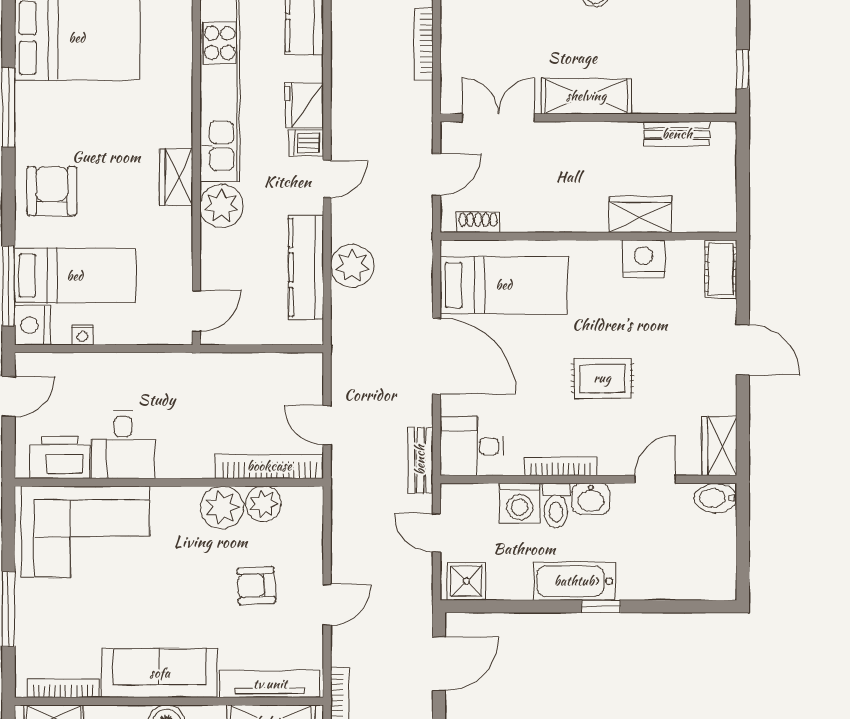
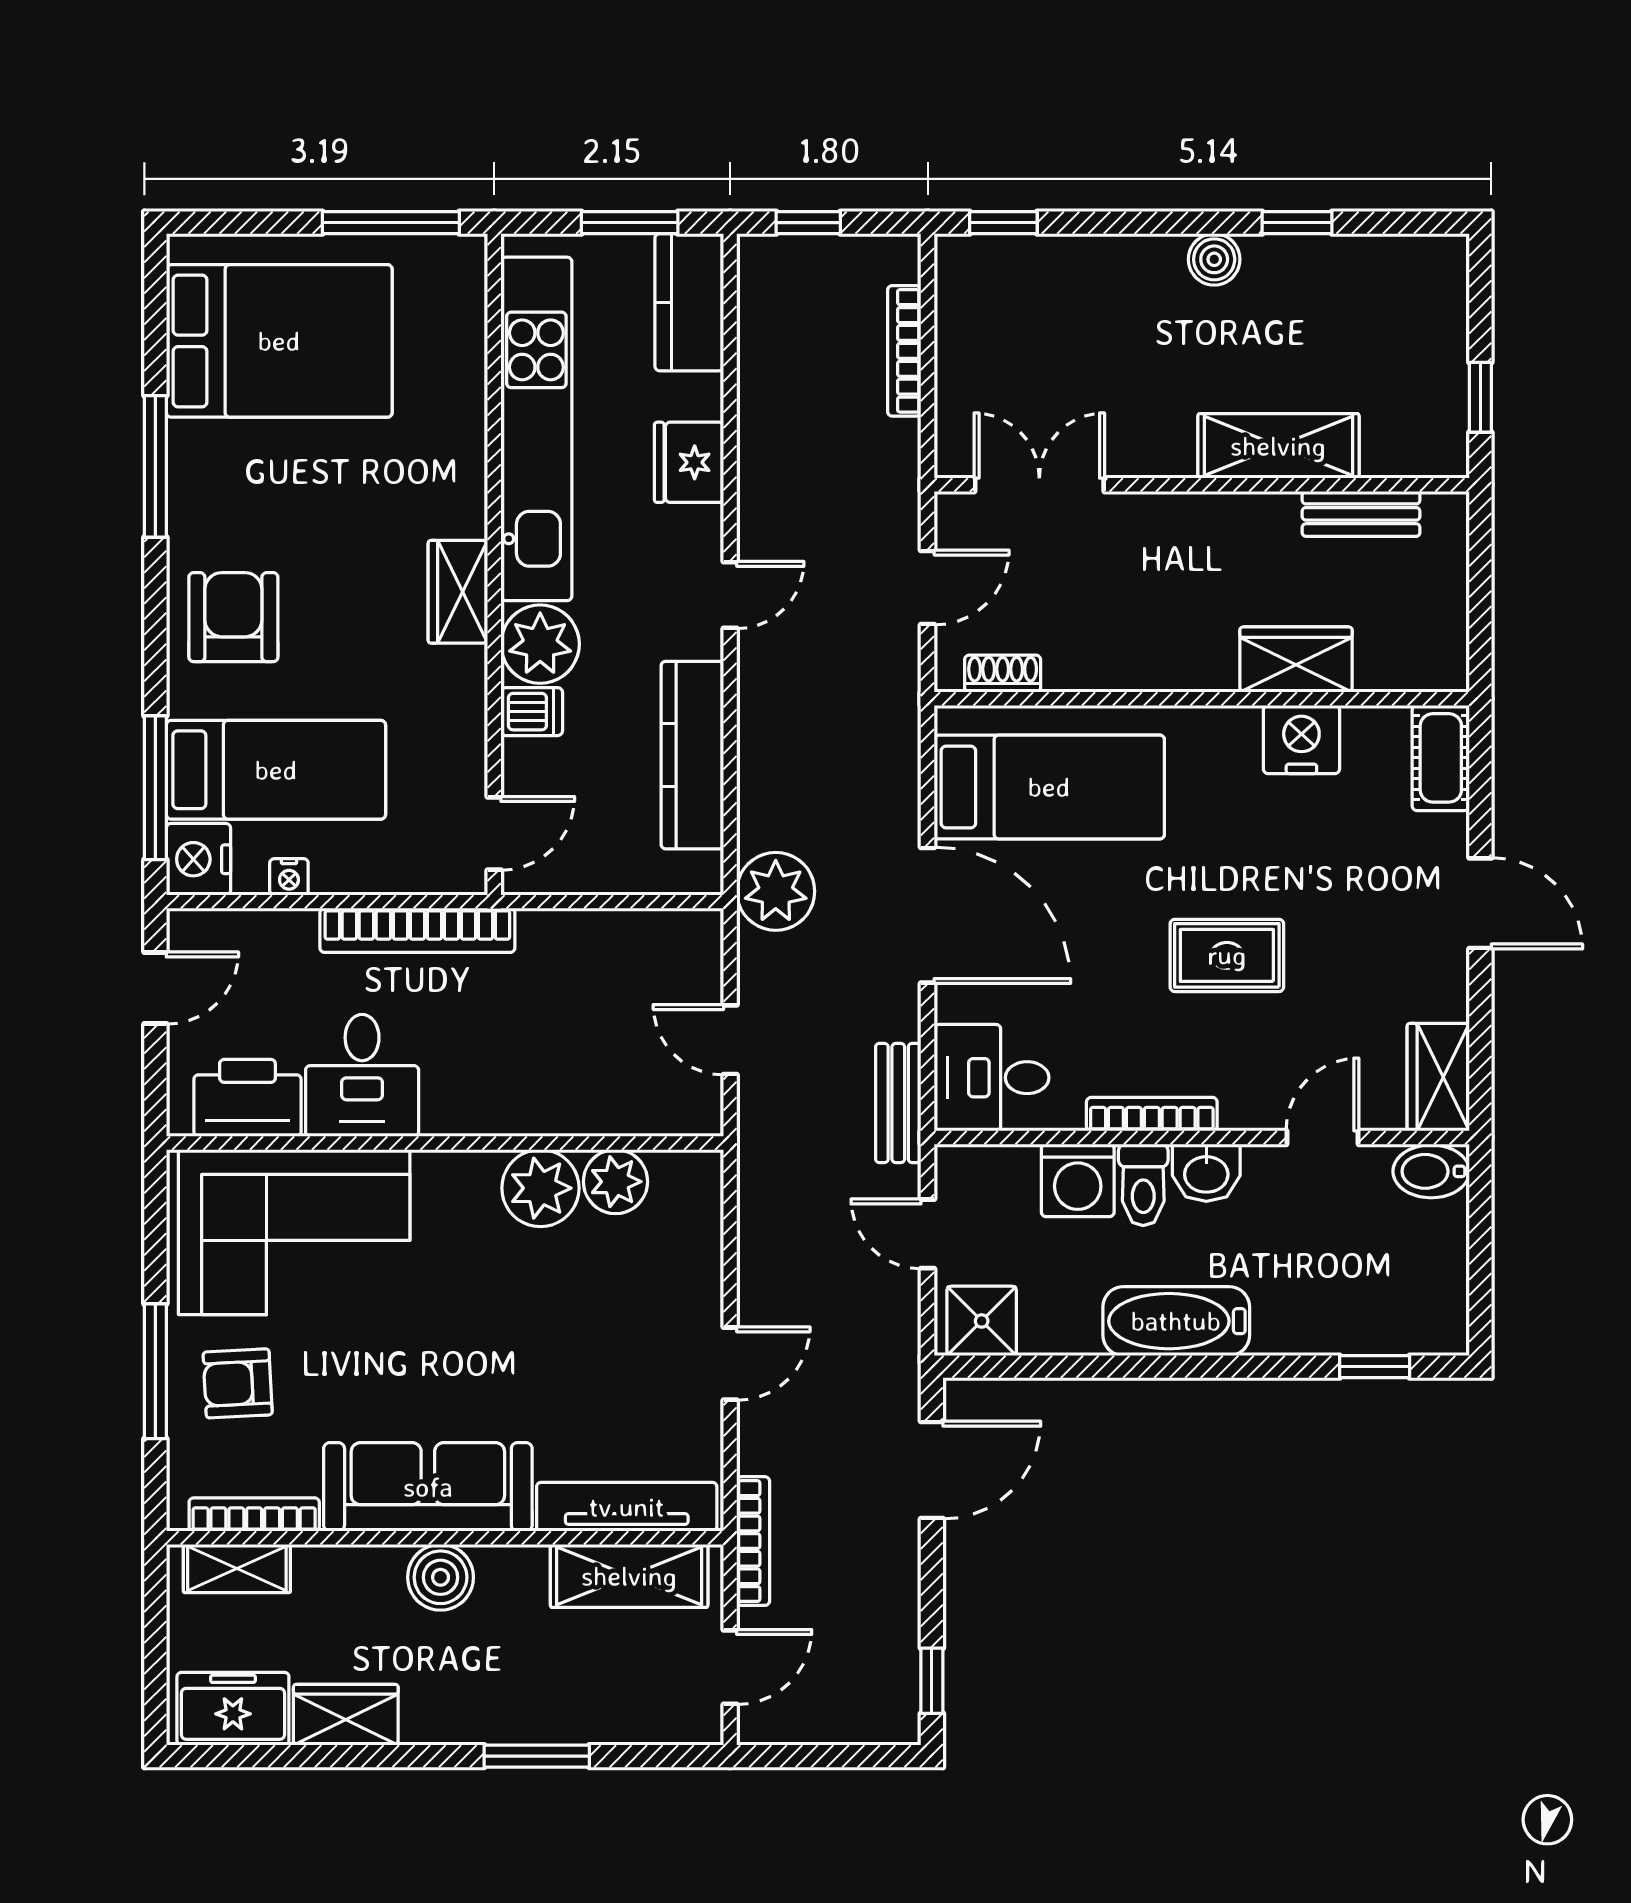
shelving: (586, 96) -> (1278, 446), moved
dishwasher: (306, 143) -> (532, 712), moved, turned 180
plant: (352, 266) -> (776, 891), moved
bookcase: (269, 466) -> (417, 930), moved, turned 180
armchair: (256, 586) -> (238, 1383), moved
window: (601, 606) -> (1375, 1367), moved

